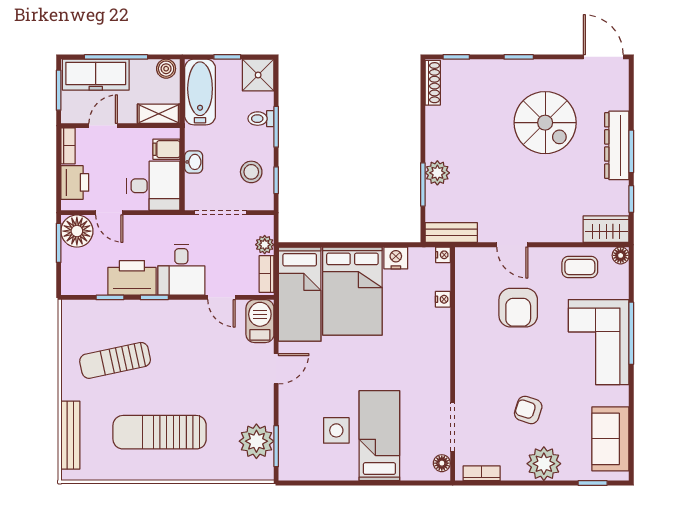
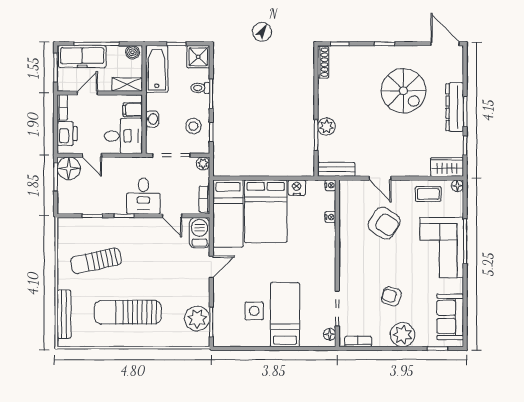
plant: (265, 245) -> (203, 163), moved
printer: (132, 278) -> (108, 202), removed
armchair: (518, 308) -> (384, 223), turned -57

